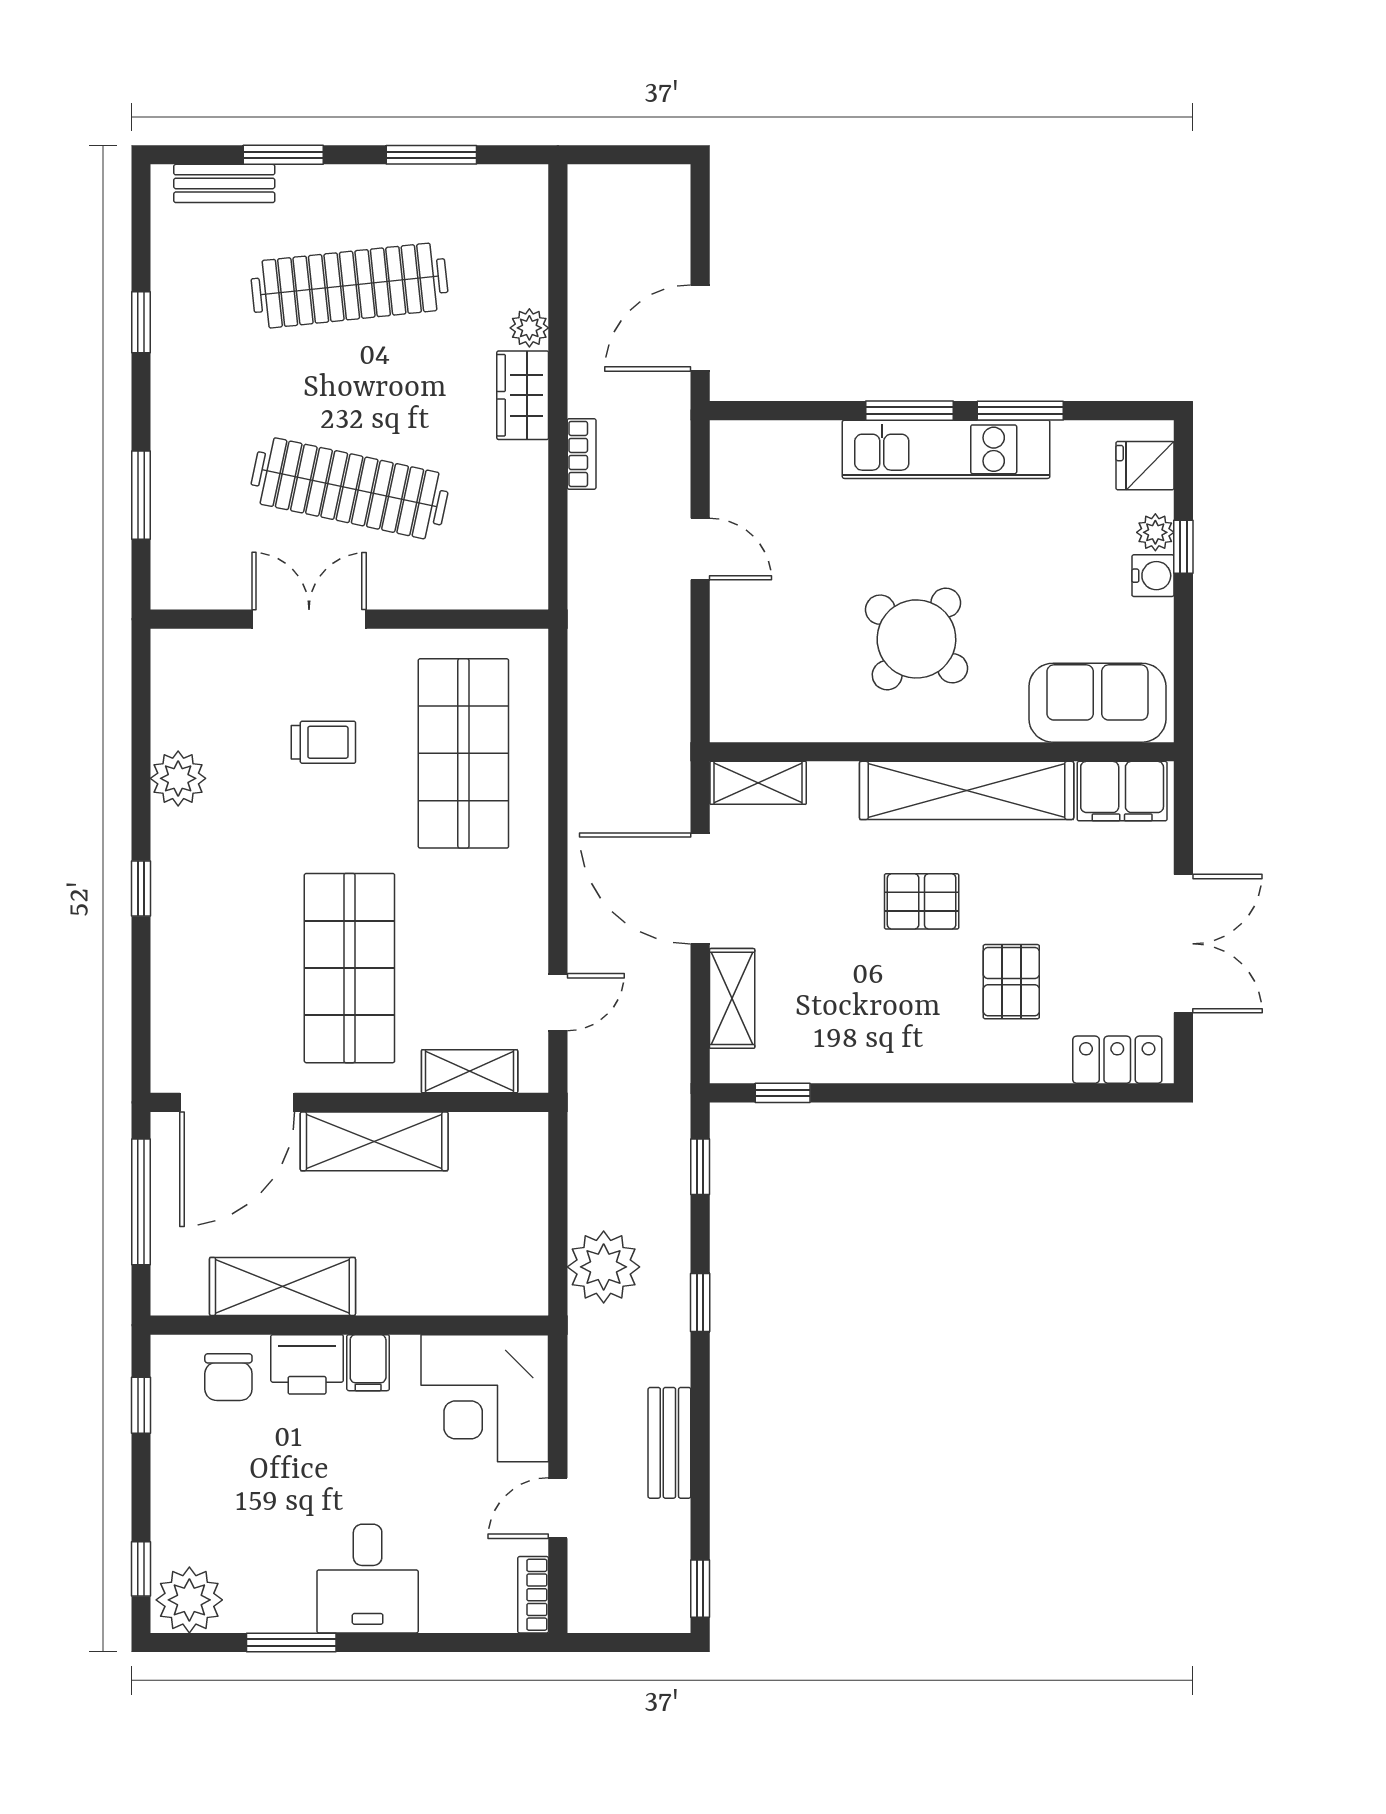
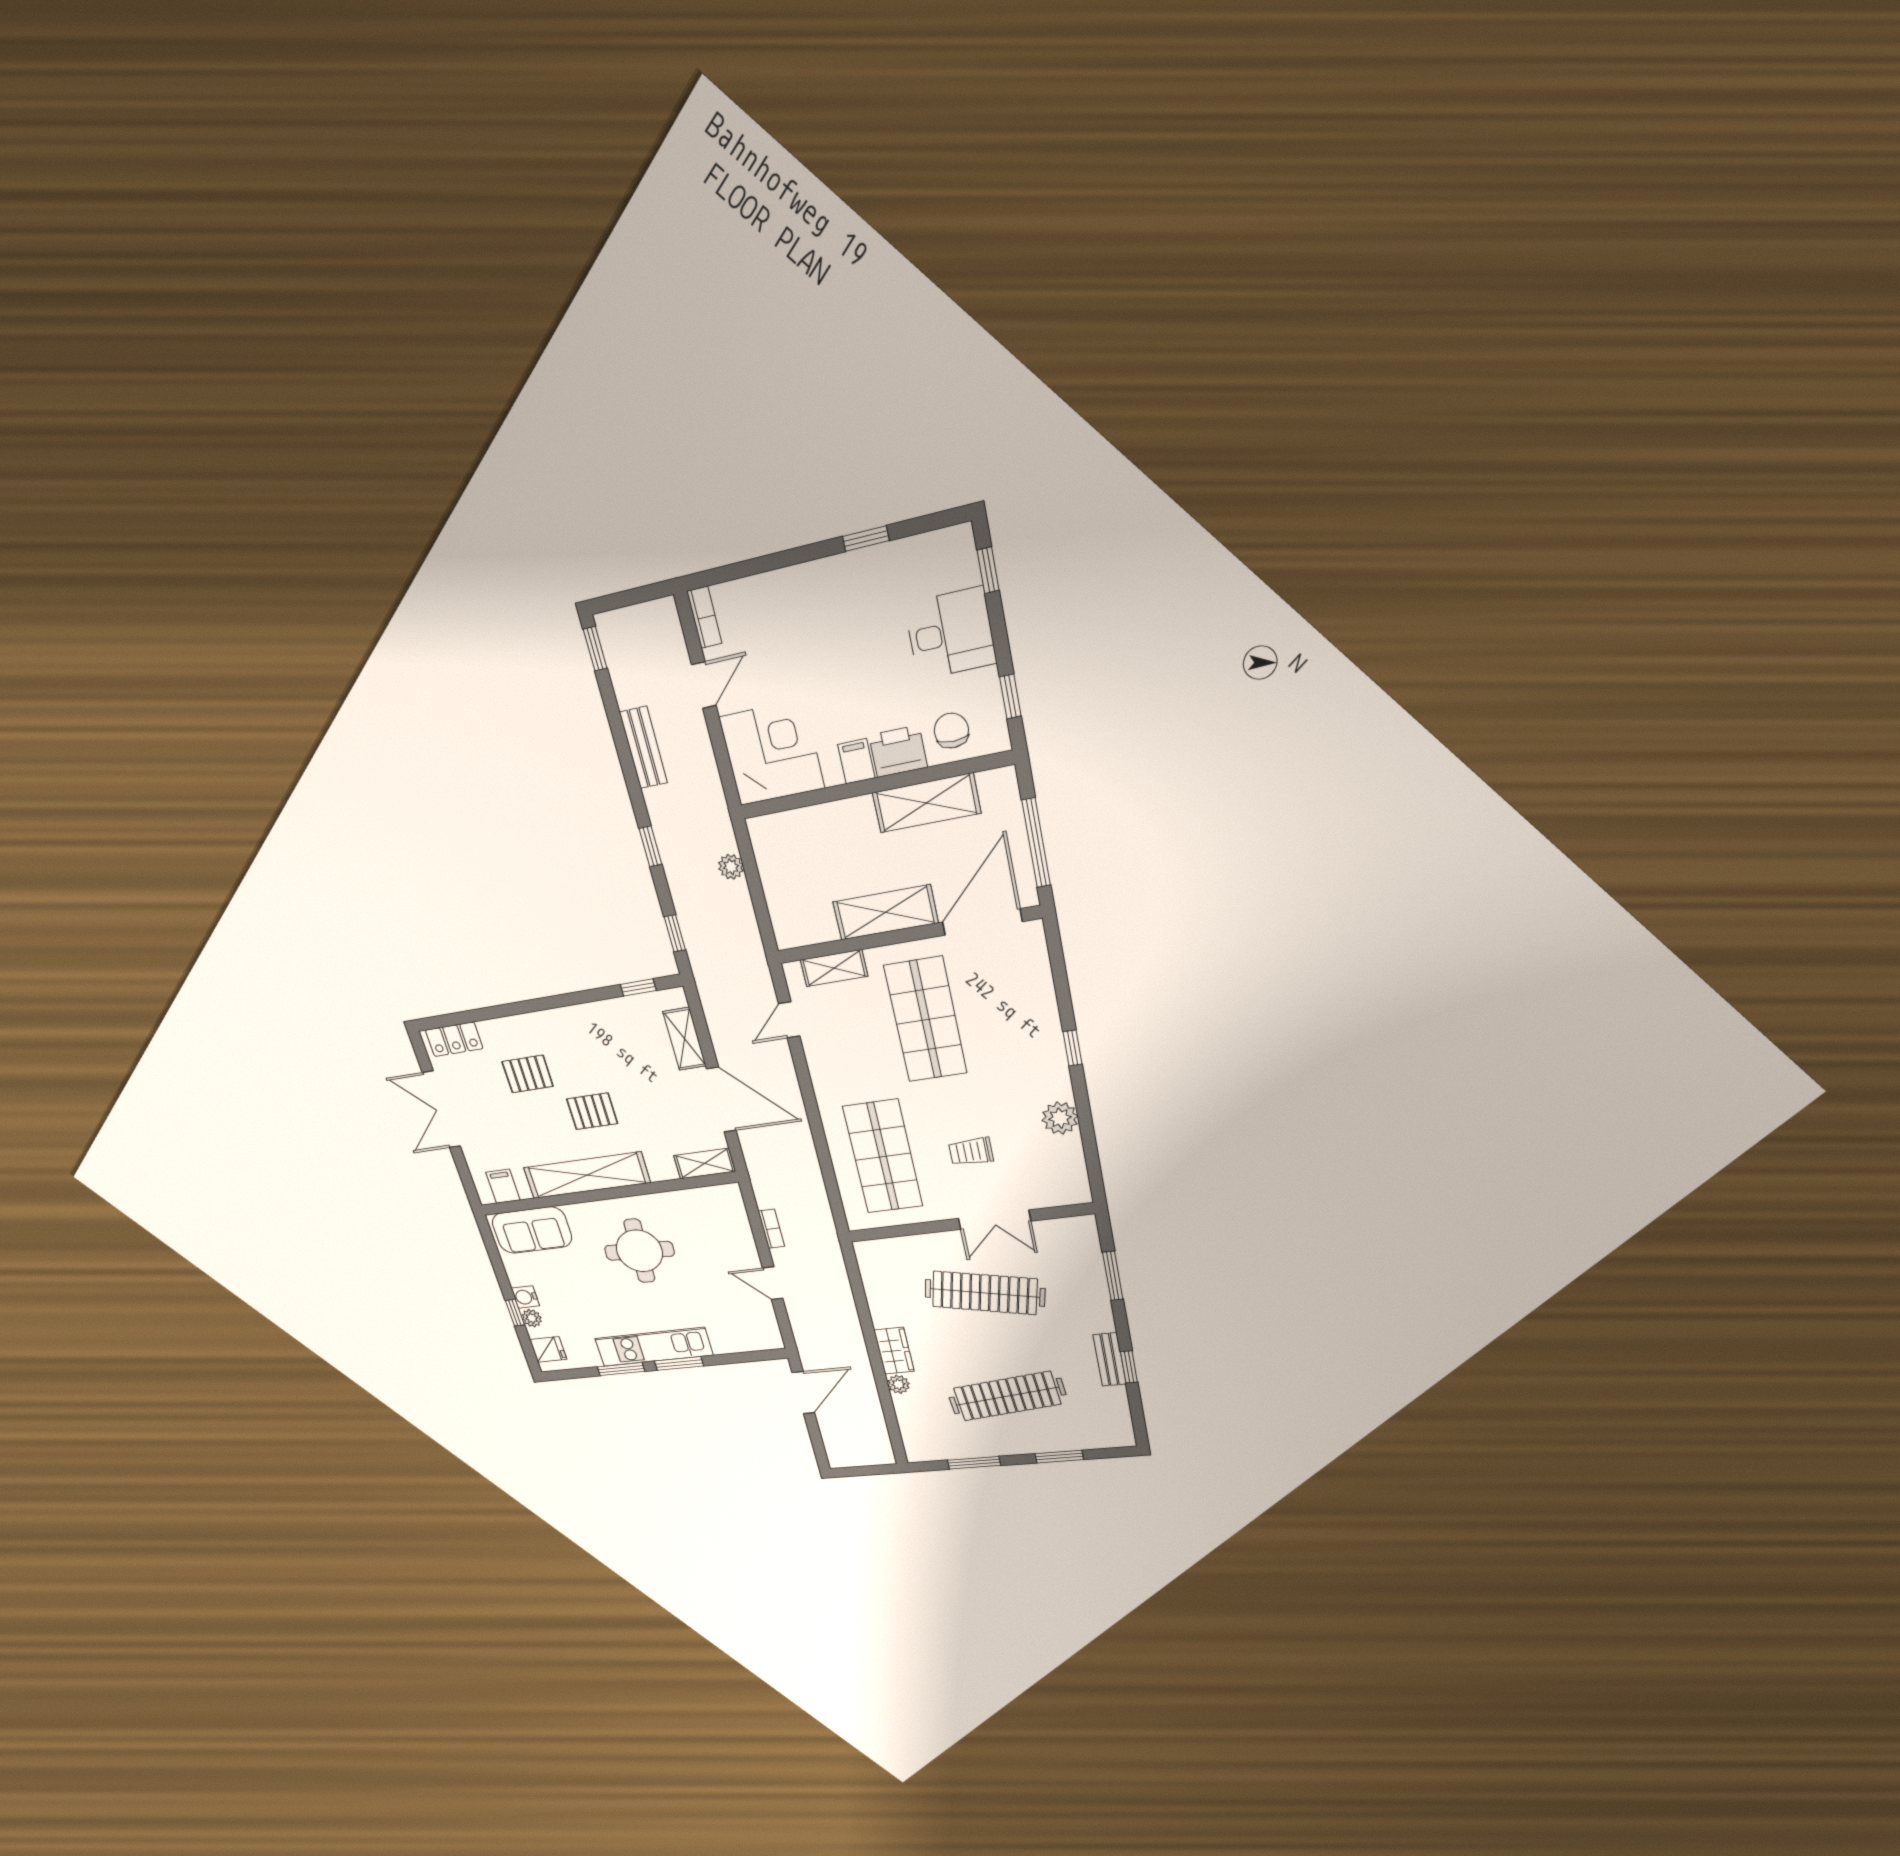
bench: (224, 183) -> (1110, 1359), moved, turned 90
bookcase: (582, 454) -> (771, 1229), moved, turned 180
round table: (916, 639) -> (639, 1251), turned -36
filing cabinet: (1122, 791) -> (503, 1186), width x0.50
pallet: (1011, 982) -> (528, 1074), turned 90
plant: (604, 1267) -> (731, 867), width x0.53, depth x0.53
desk: (368, 1579) -> (950, 634), moved, turned 90
plant: (189, 1600) -> (947, 554), removed
window: (291, 1643) -> (866, 539), width x0.67

